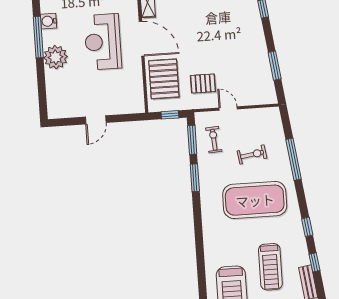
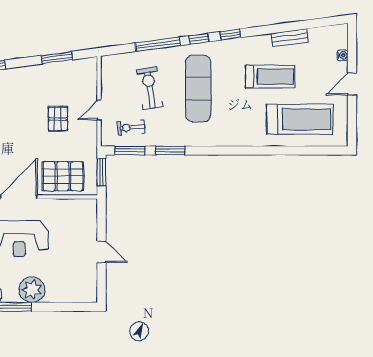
pallet: (203, 83) -> (58, 119), moved
window: (170, 115) -> (102, 172), width x1.50
exercise bike: (252, 154) -> (150, 88), width x1.38, depth x1.39
exercise mat: (255, 200) -> (198, 89), width x0.68
window: (314, 262) -> (199, 39), moved

